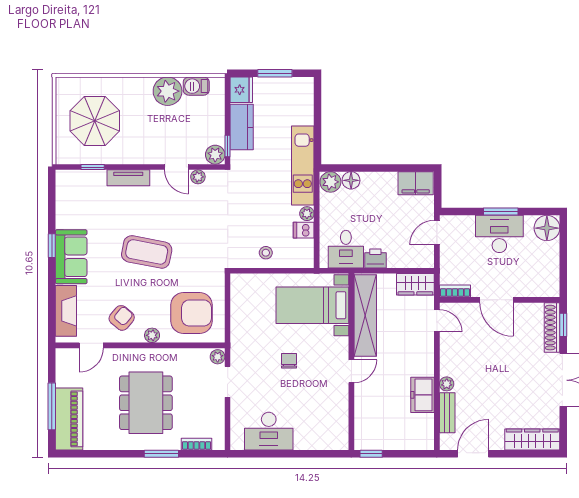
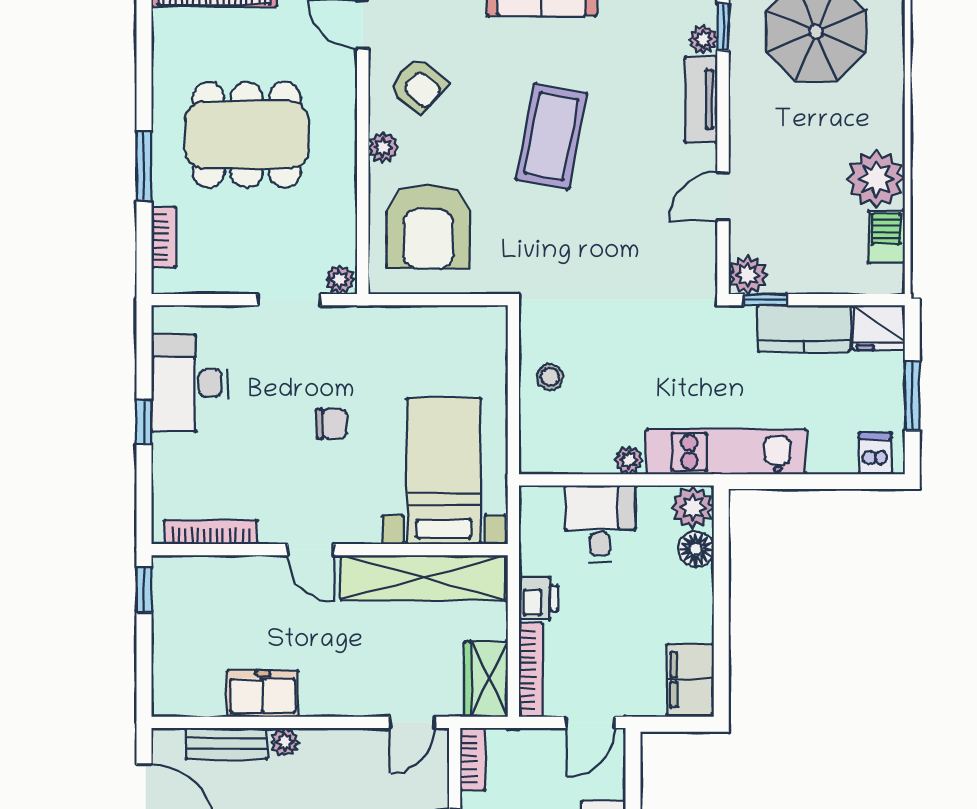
plant: (198, 177) -> (703, 39), moved
dishwasher: (304, 230) -> (875, 453), moved
door: (437, 233) -> (591, 722), swing flipped
desk: (346, 249) -> (600, 524), moved, turned 90
bookcase: (411, 262) -> (531, 670), added
bookcase: (343, 421) -> (211, 532), added
window: (288, 454) -> (144, 422), added

